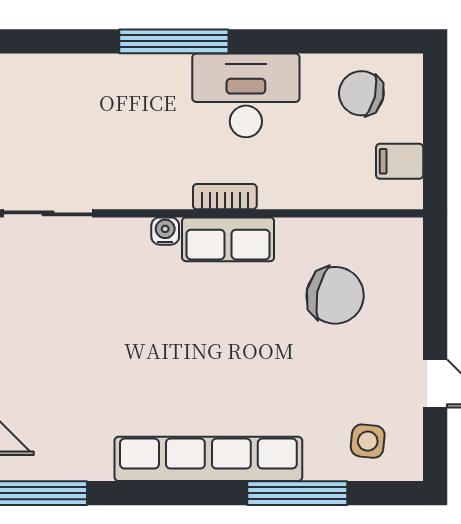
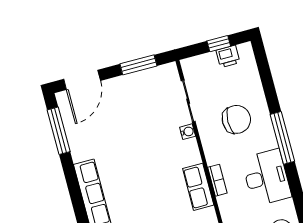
chair: (111, 125) -> (236, 119), added
water cooler: (165, 231) -> (188, 132), moved

